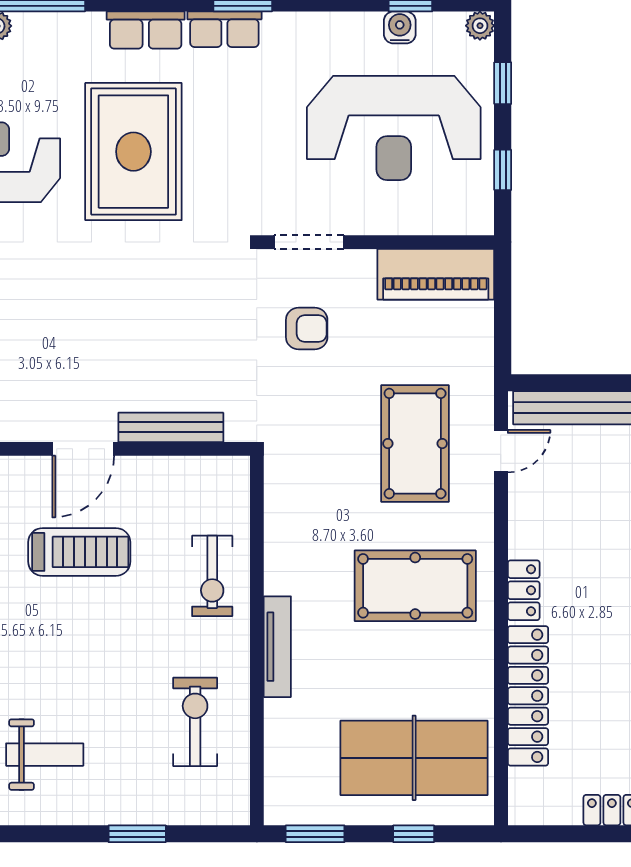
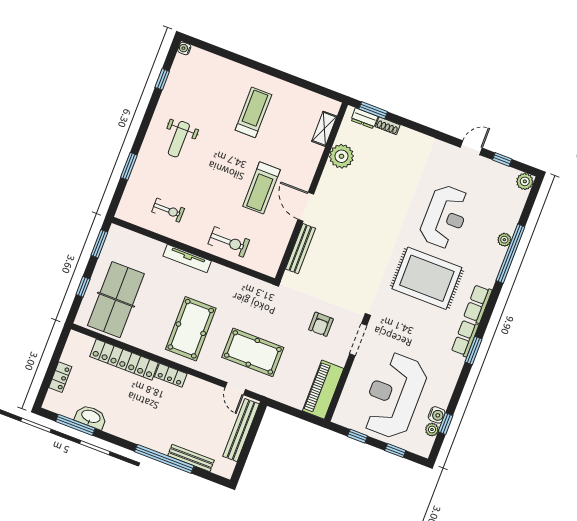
plant: (480, 26) -> (432, 430), moved
exercise bike: (212, 576) -> (229, 242), turned 180
exercise bike: (195, 722) -> (168, 210), width x0.73, depth x0.72

